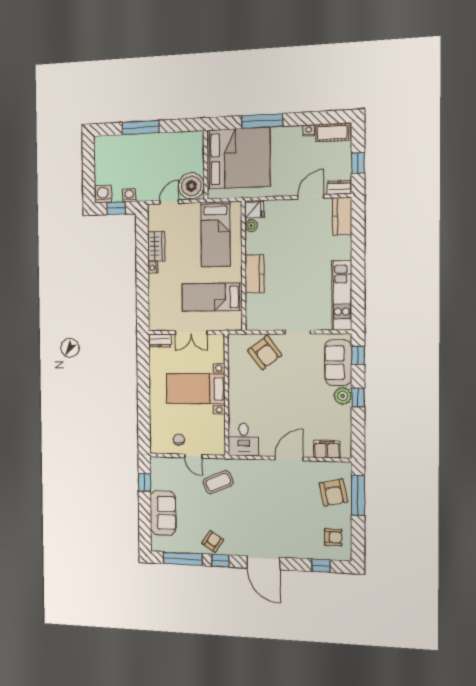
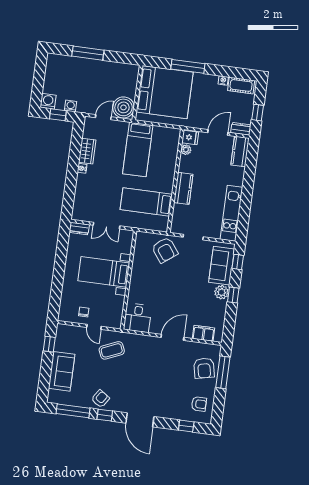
fridge: (254, 210) -> (190, 137), moved
plant: (251, 226) -> (186, 150), moved
wall: (244, 266) -> (175, 181), moved
kitchen counter: (255, 274) -> (183, 188), moved
bed: (212, 297) -> (146, 202), moved

